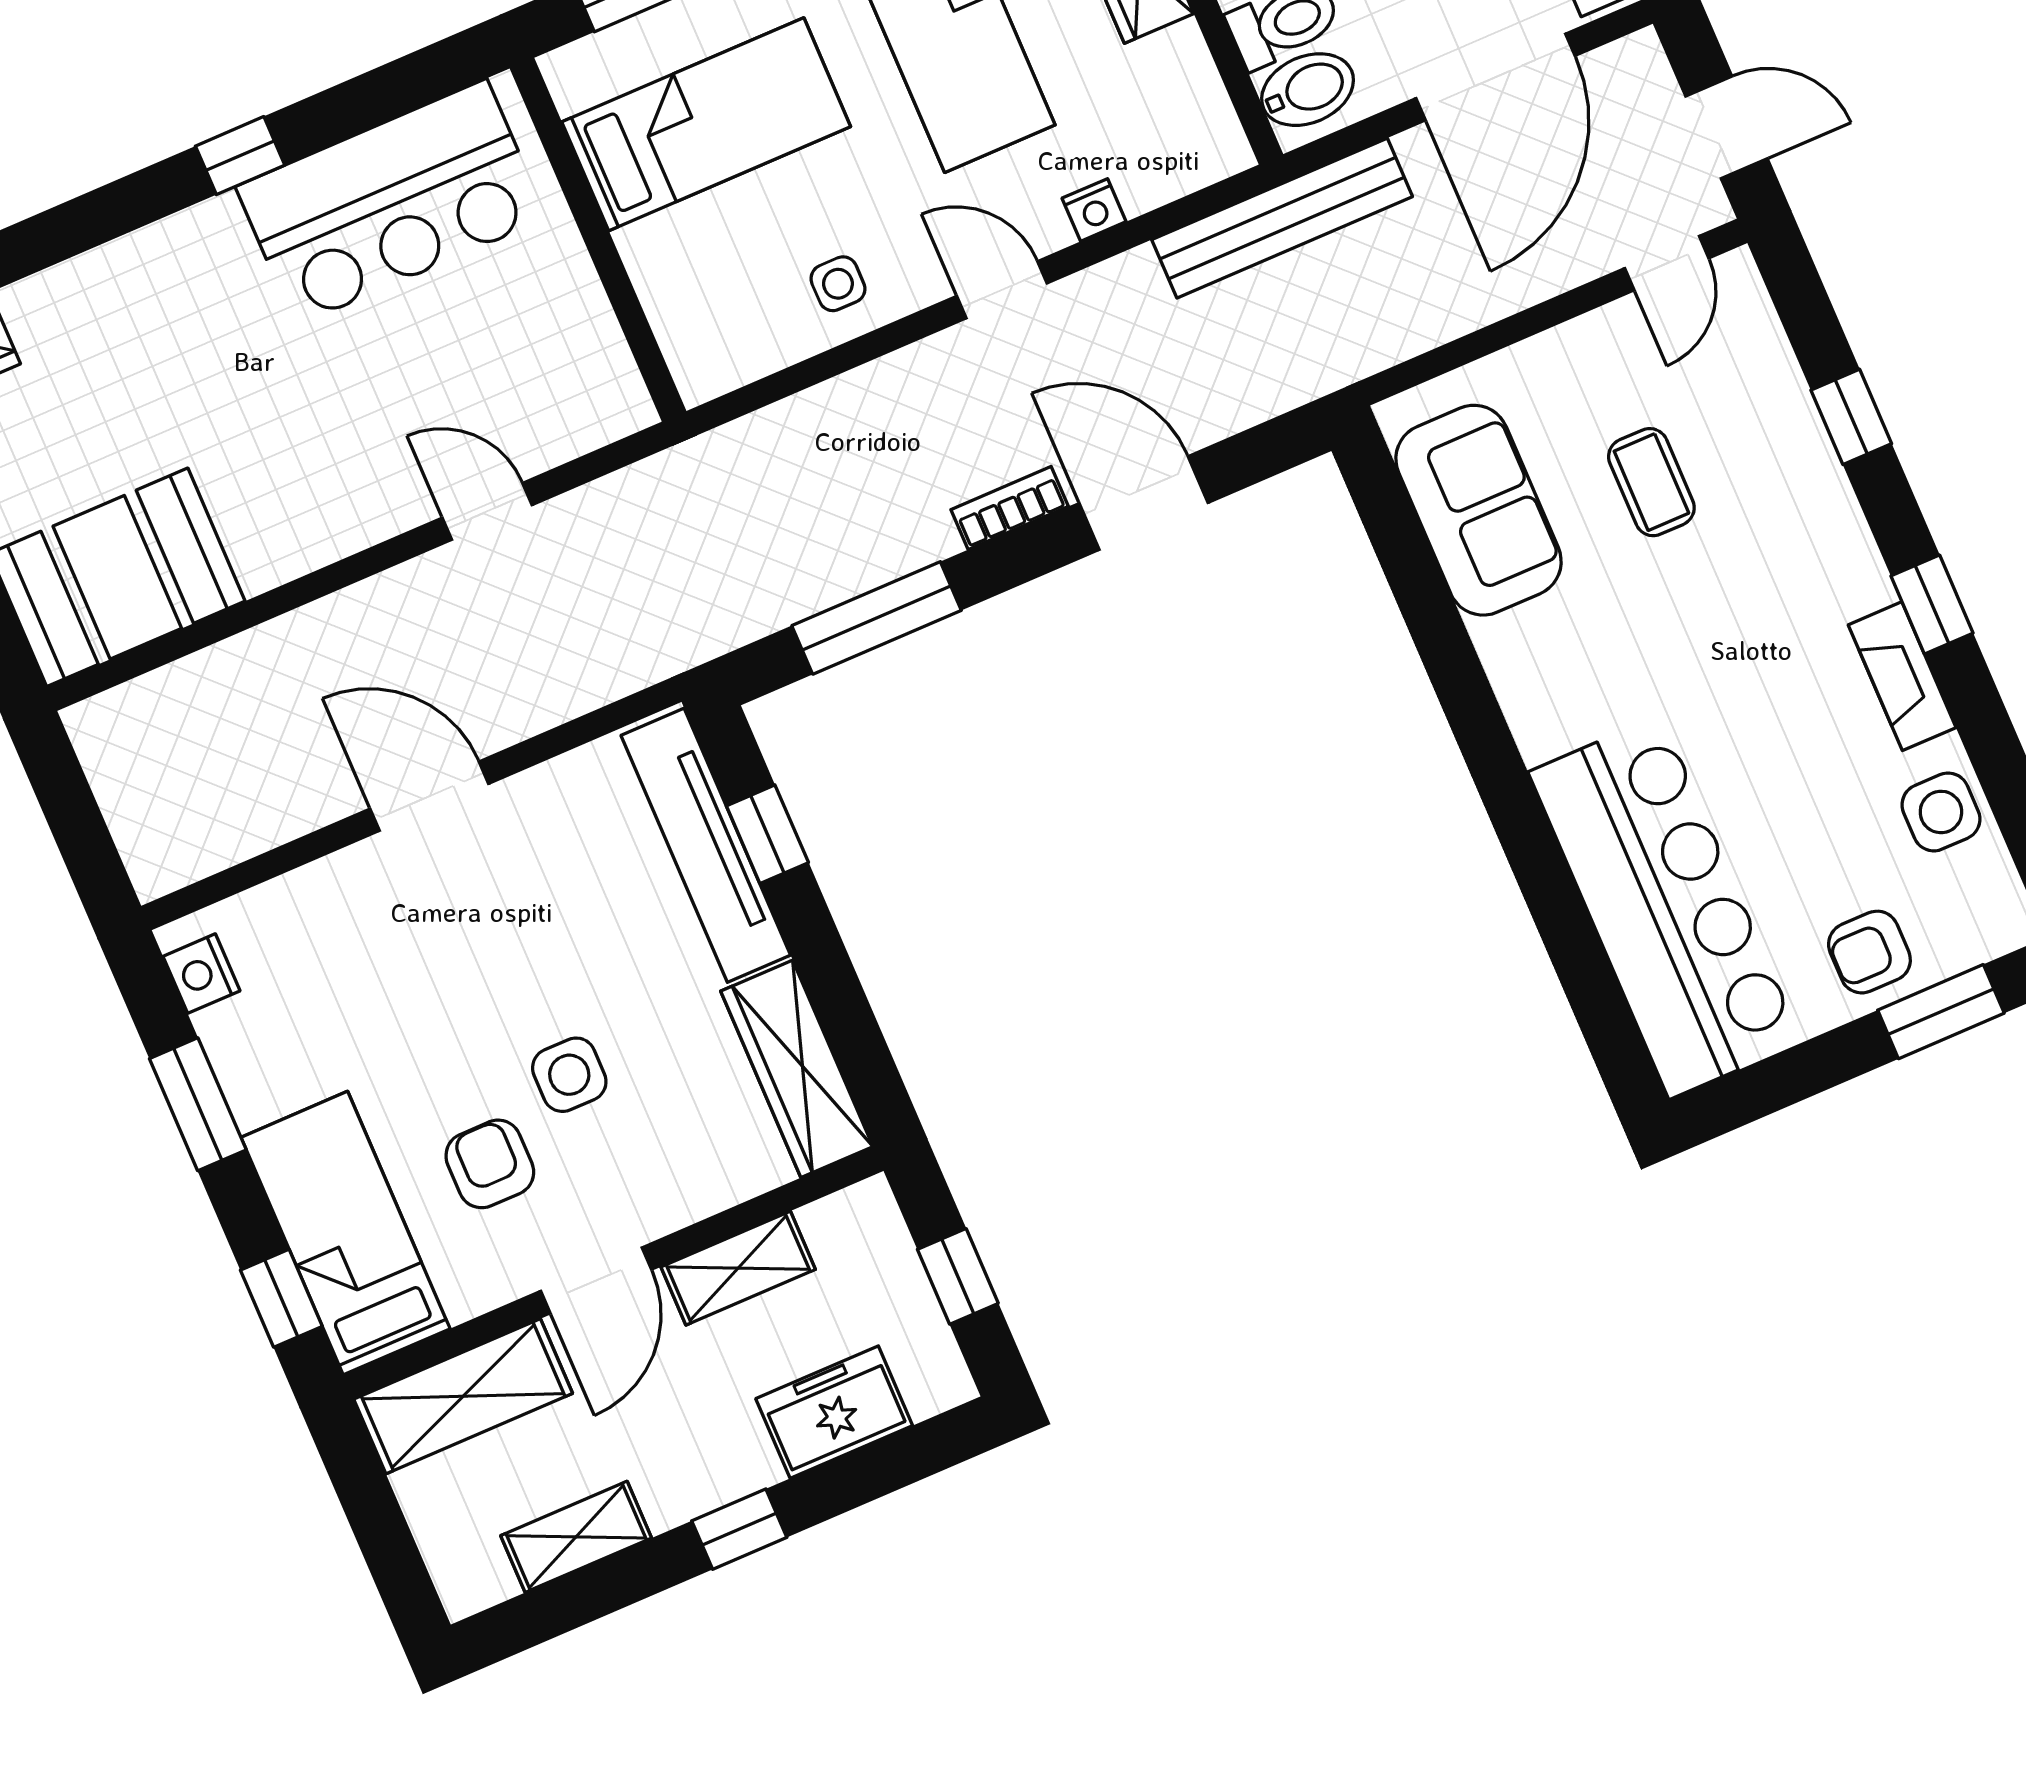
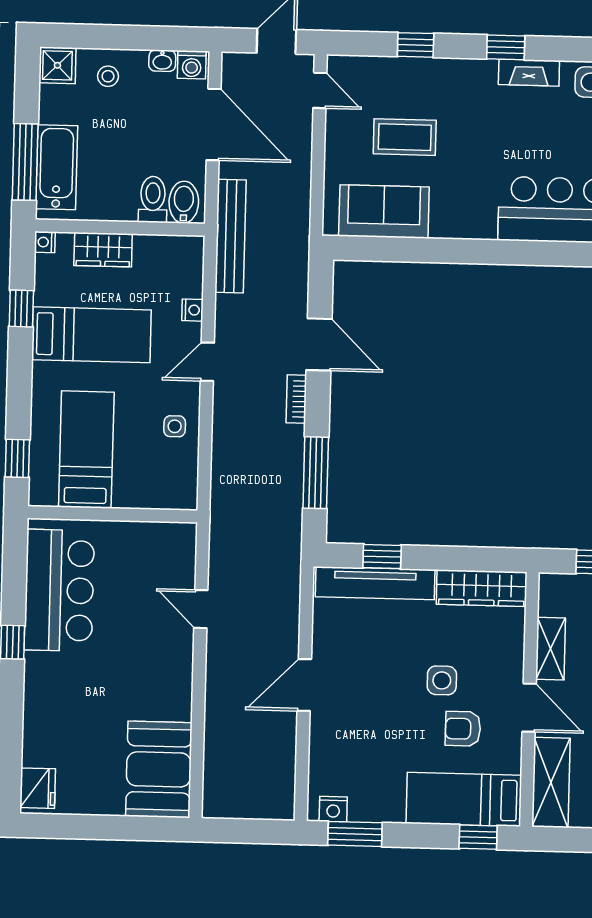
coffee table: (1651, 482) -> (405, 137), width x1.36, depth x1.30
door: (1144, 503) -> (319, 344), swing flipped
door: (487, 511) -> (201, 609), hinge flipped
window: (198, 1104) -> (355, 834), moved

